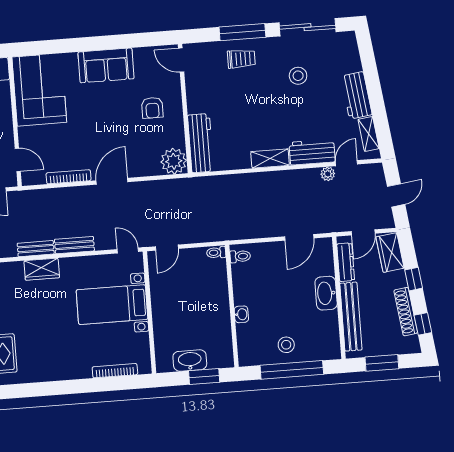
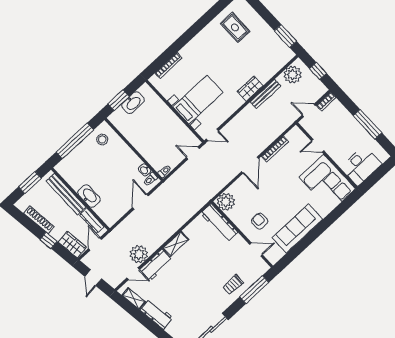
window: (242, 32) -> (254, 290), moved
door: (181, 60) -> (256, 250), moved
sofa: (106, 65) -> (297, 229), width x1.36
stool: (298, 76) -> (196, 300), removed
door: (18, 160) -> (318, 146), moved
door: (346, 163) -> (133, 274), hinge flipped
plant: (328, 174) -> (139, 254), width x1.88, depth x1.88
door: (299, 237) -> (140, 202), moved
bench: (74, 245) -> (243, 115), removed
door: (167, 248) -> (193, 153), hinge flipped
bench: (36, 249) -> (265, 94), width x1.36
washbasin: (241, 314) -> (145, 170), moved
window: (423, 324) -> (25, 221), removed
stool: (286, 345) -> (102, 139), moved

